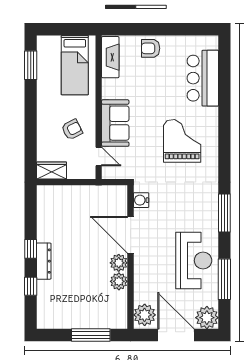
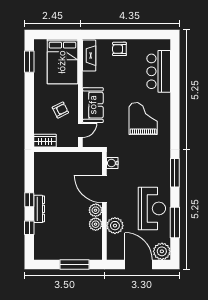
bed: (75, 65) -> (62, 62), width x1.50
door: (99, 156) -> (80, 130), hinge flipped
plant: (145, 315) -> (115, 226), moved

